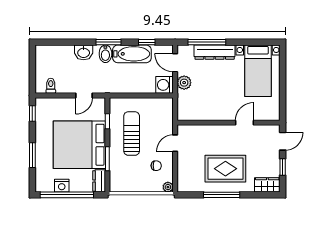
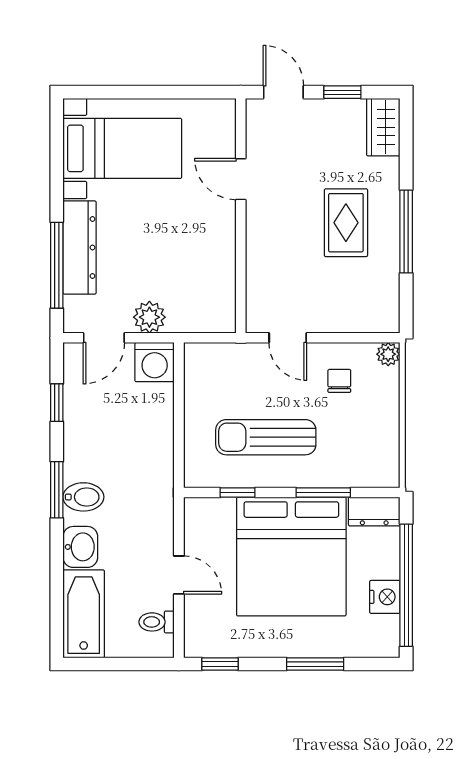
bathtub: (132, 54) -> (84, 614), moved
door: (84, 96) -> (179, 575), moved
rug: (225, 169) -> (346, 223), width x0.73, depth x0.70

